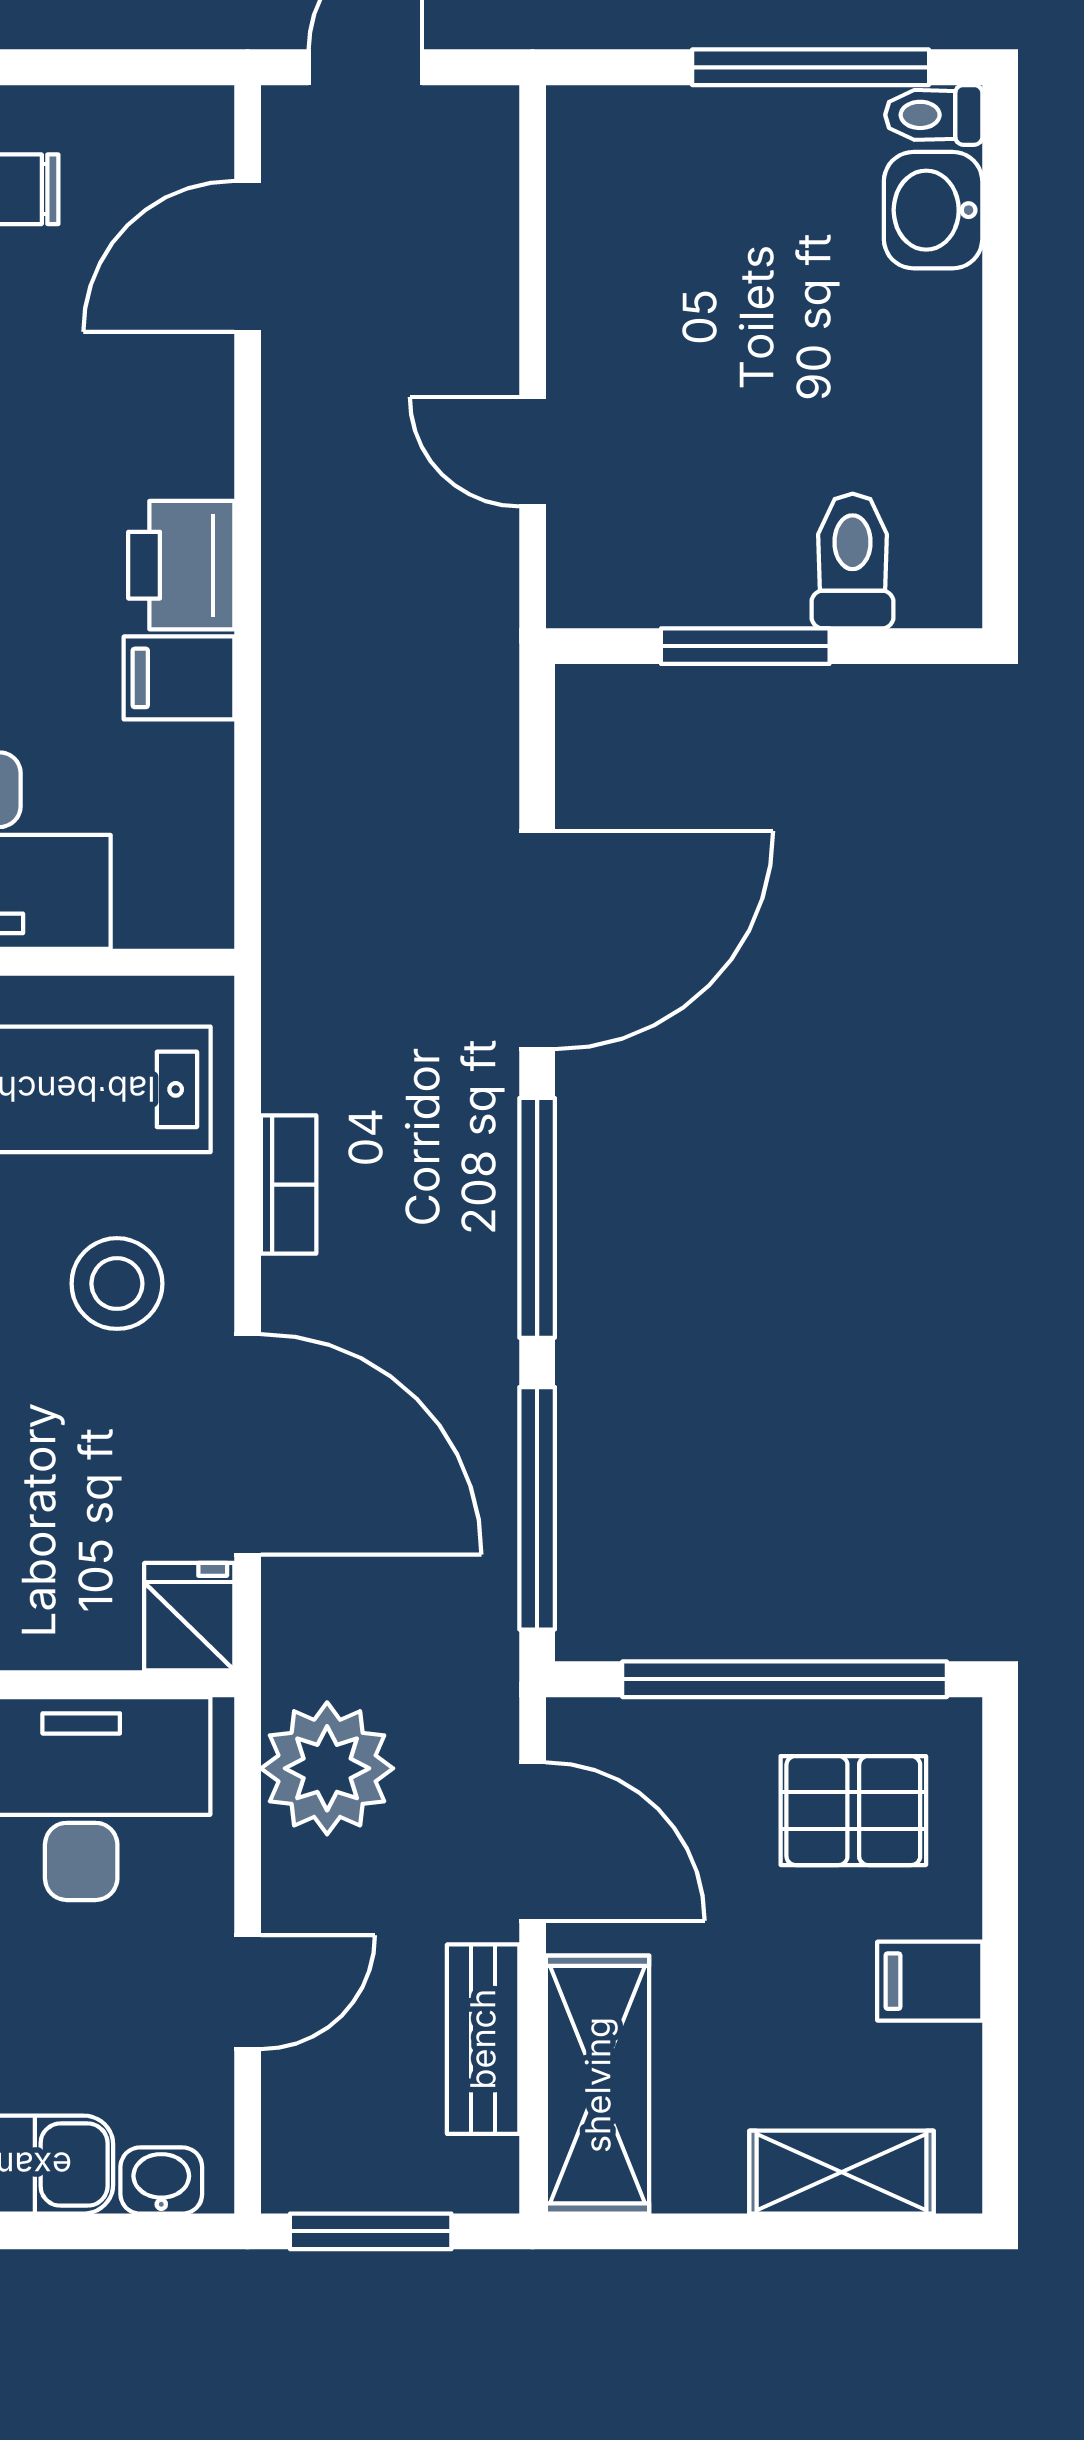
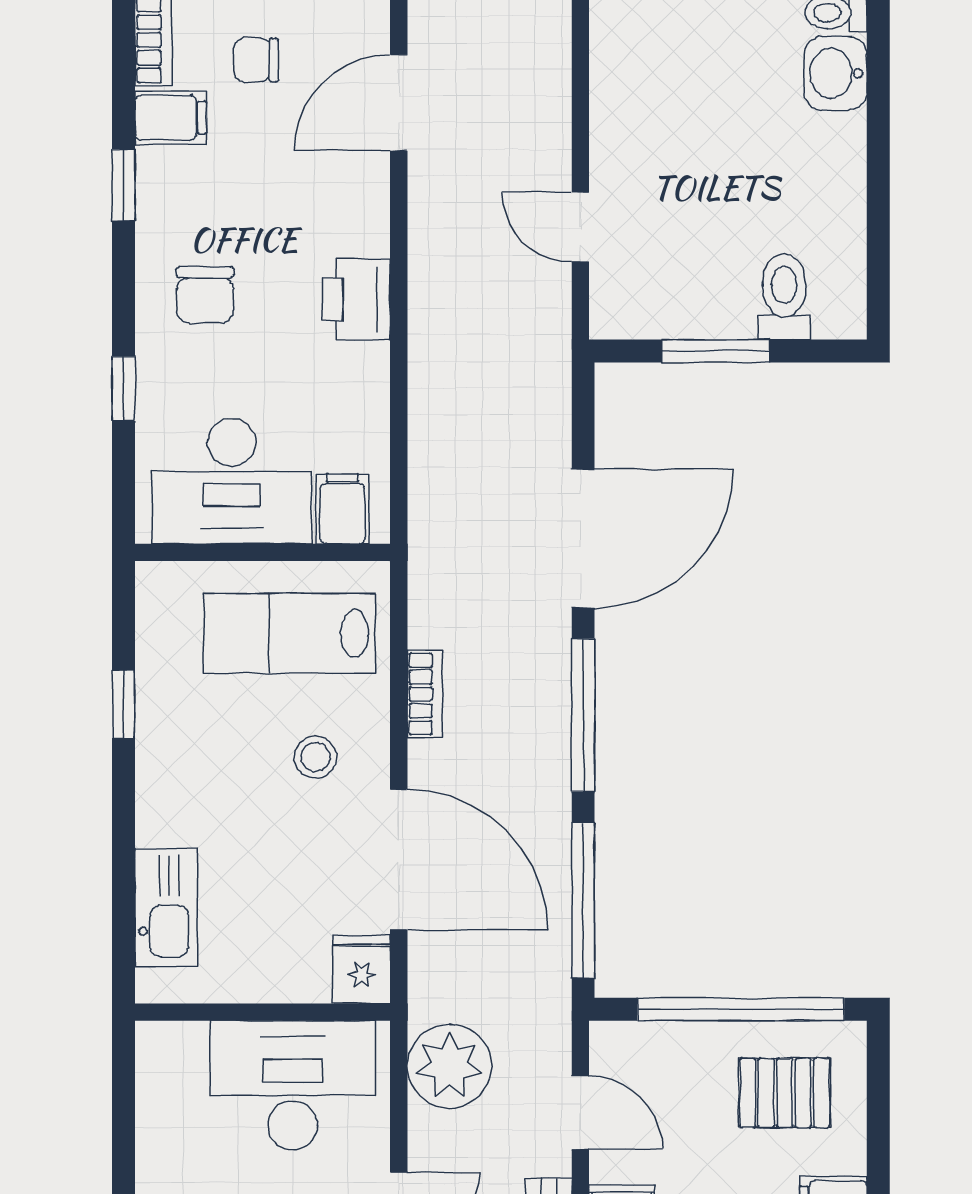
filing cabinet: (179, 678) -> (342, 509), moved, turned 90
stool: (117, 1284) -> (315, 757), width x0.73, depth x0.73
door: (533, 1842) -> (580, 1113), width x0.73

